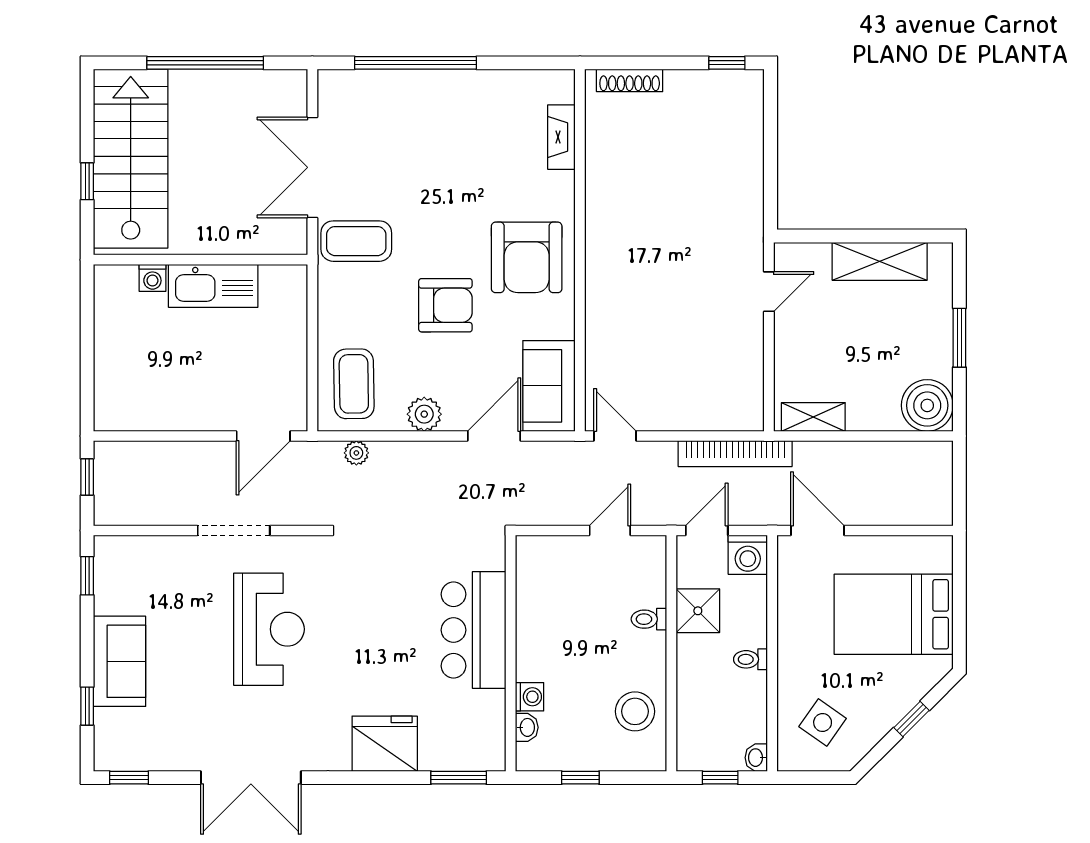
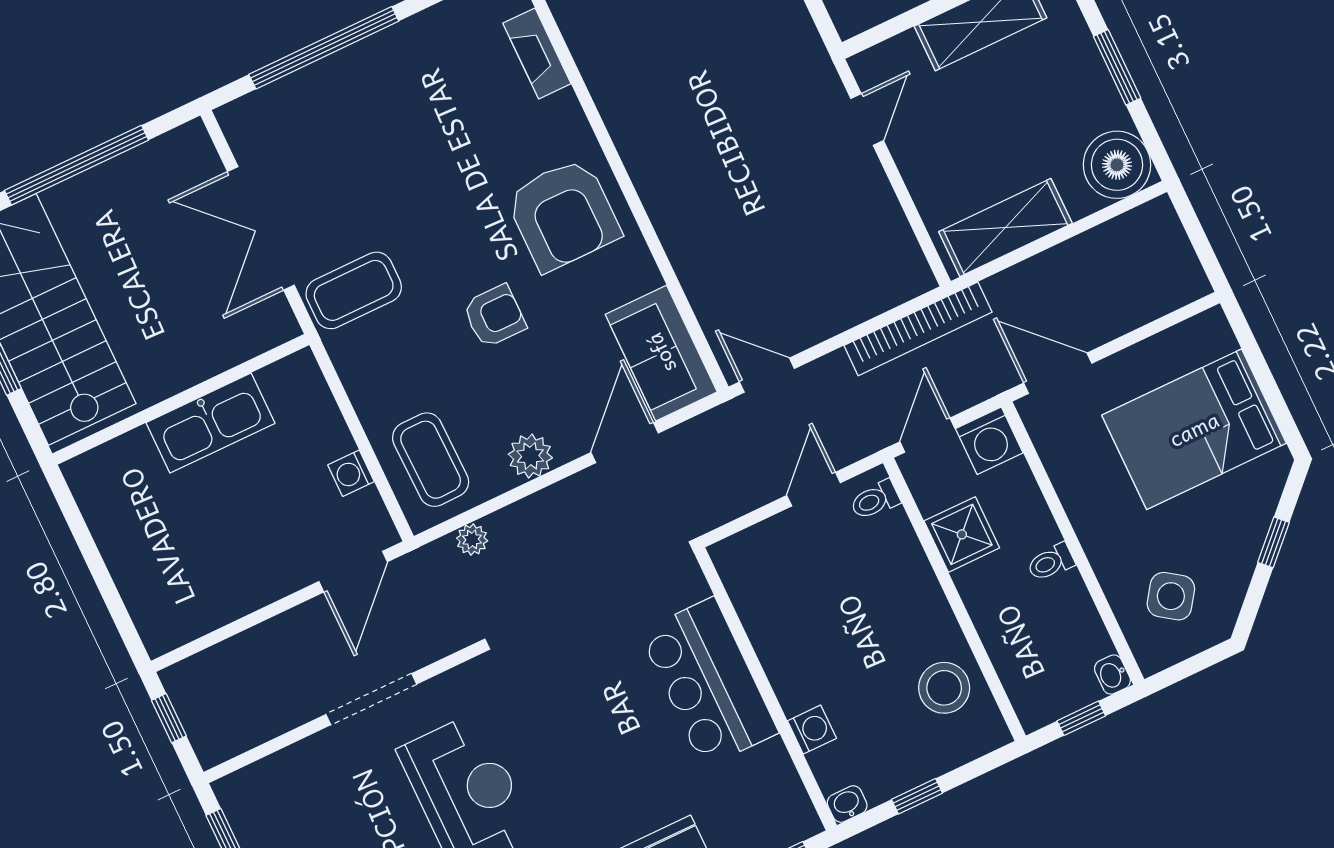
washing machine: (152, 278) -> (351, 473), moved, turned 90
armchair: (445, 305) -> (494, 316), width x0.72, depth x0.72
shelving: (813, 417) -> (1005, 228), width x1.50, depth x1.33
toilet: (649, 619) -> (875, 500), moved
washbasin: (527, 727) -> (847, 804), moved, turned -90

